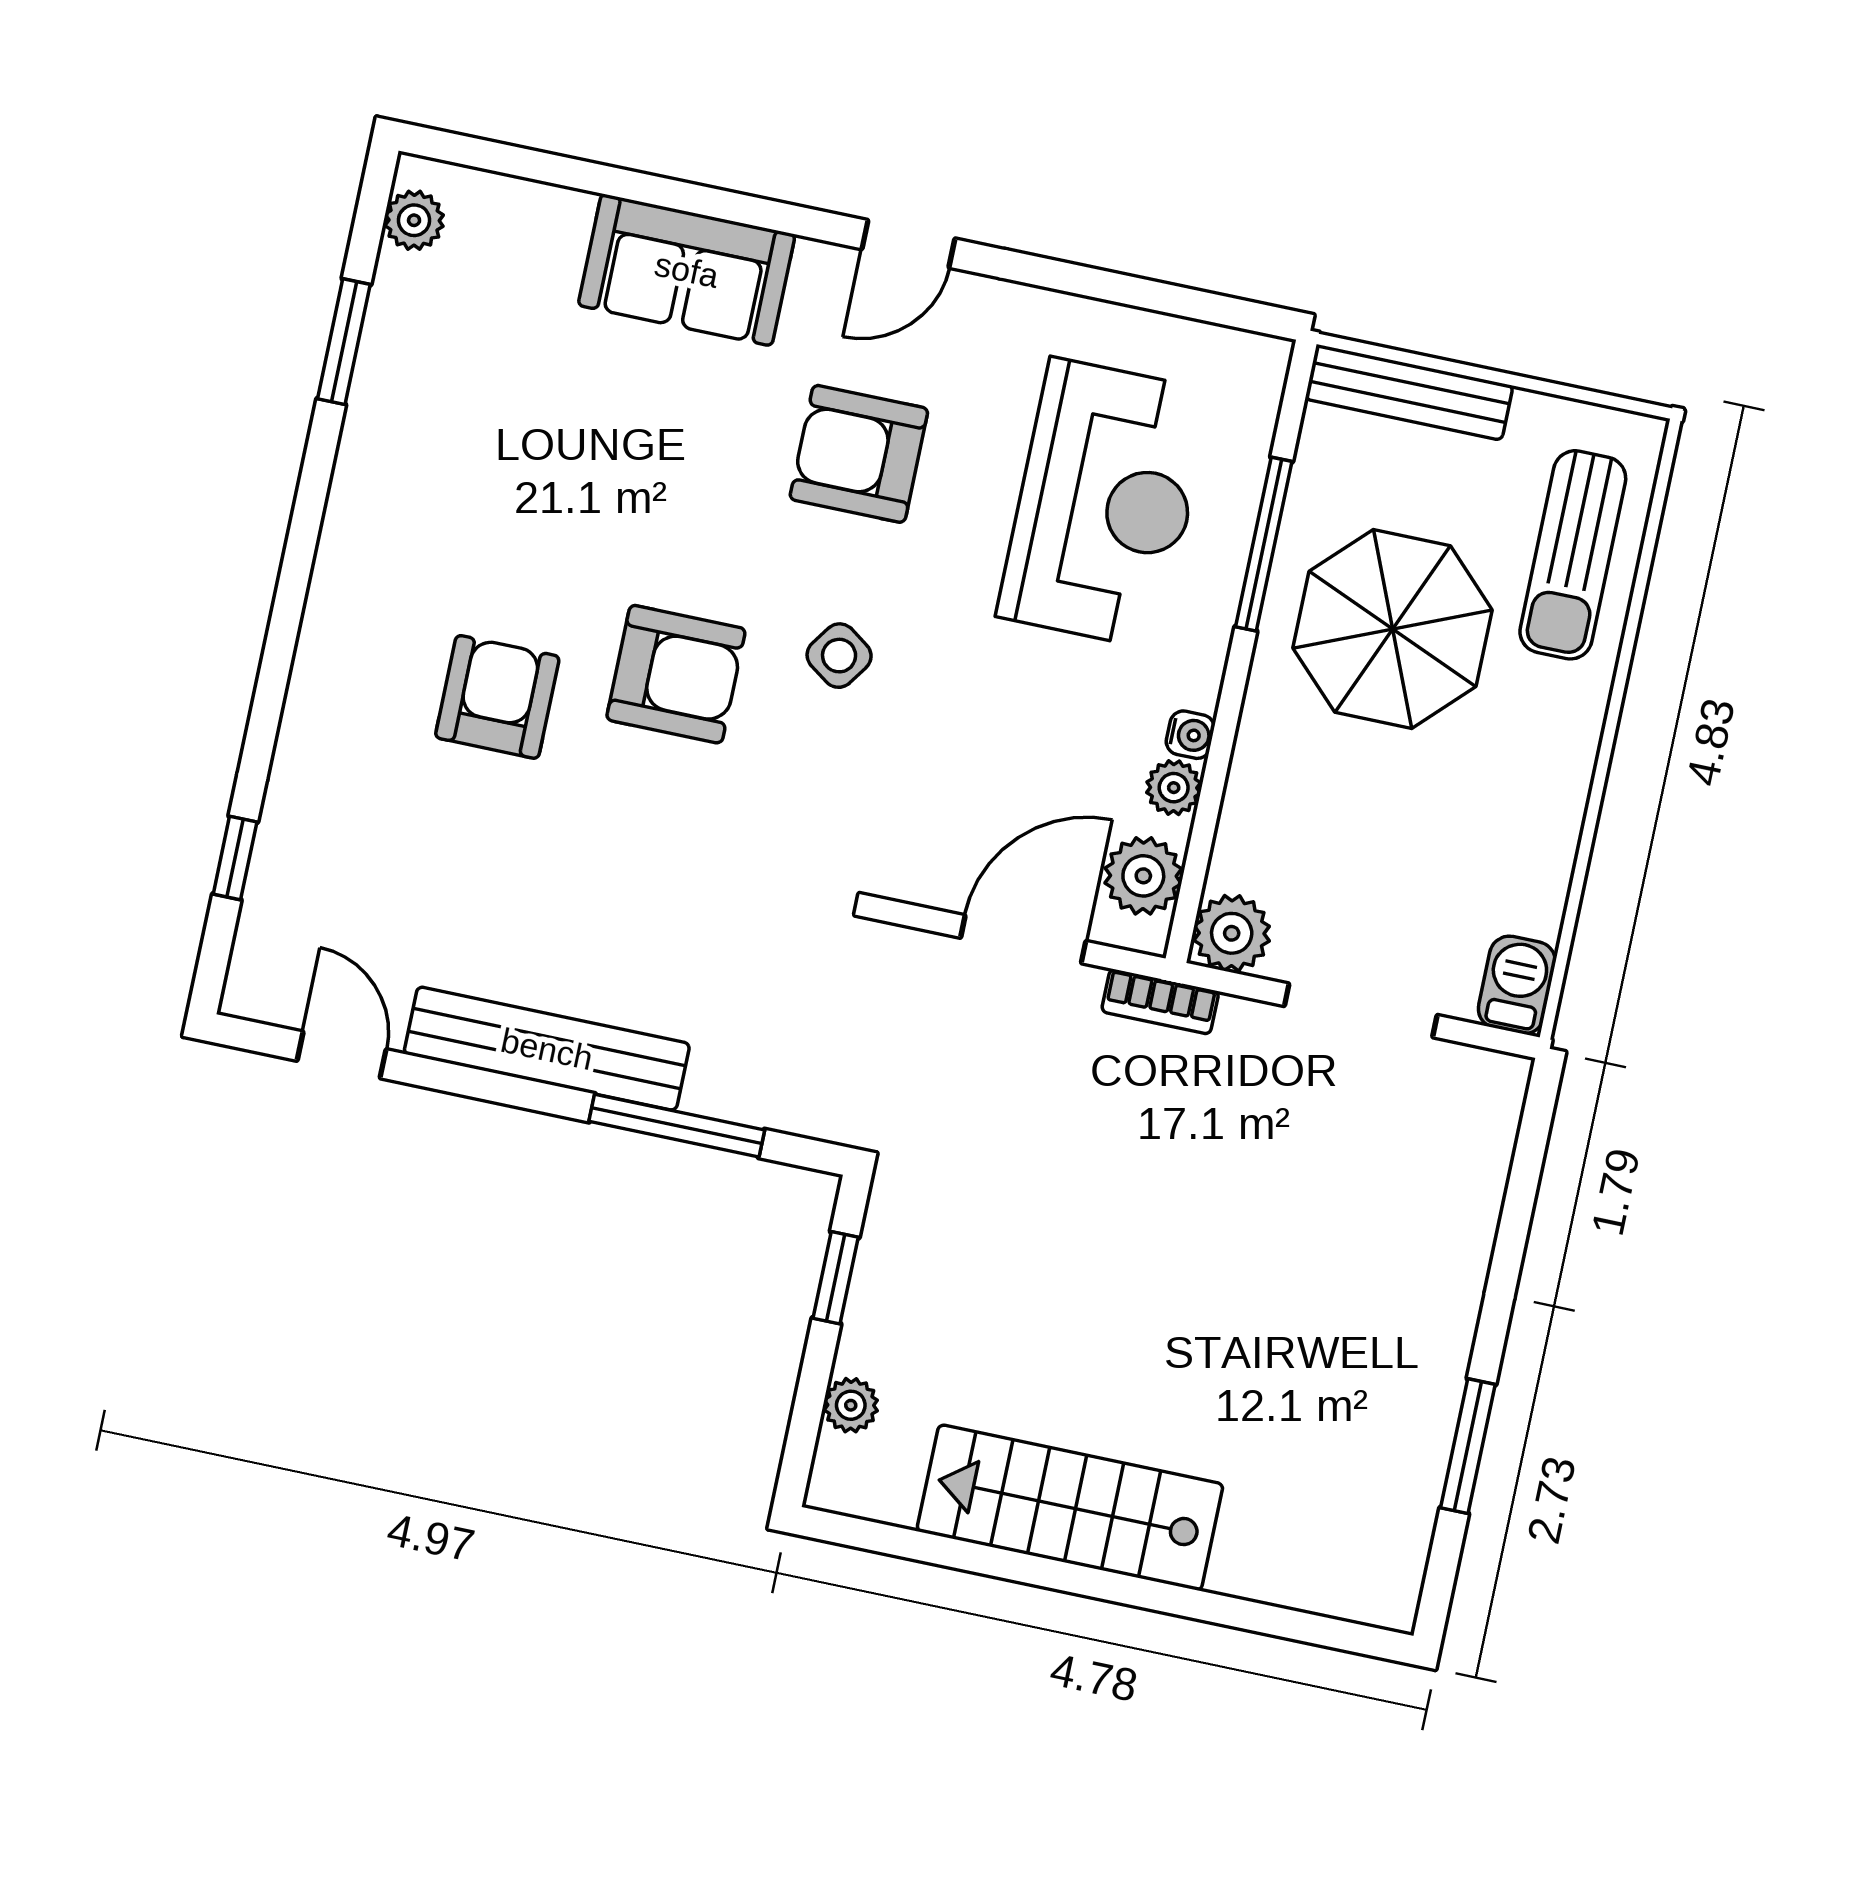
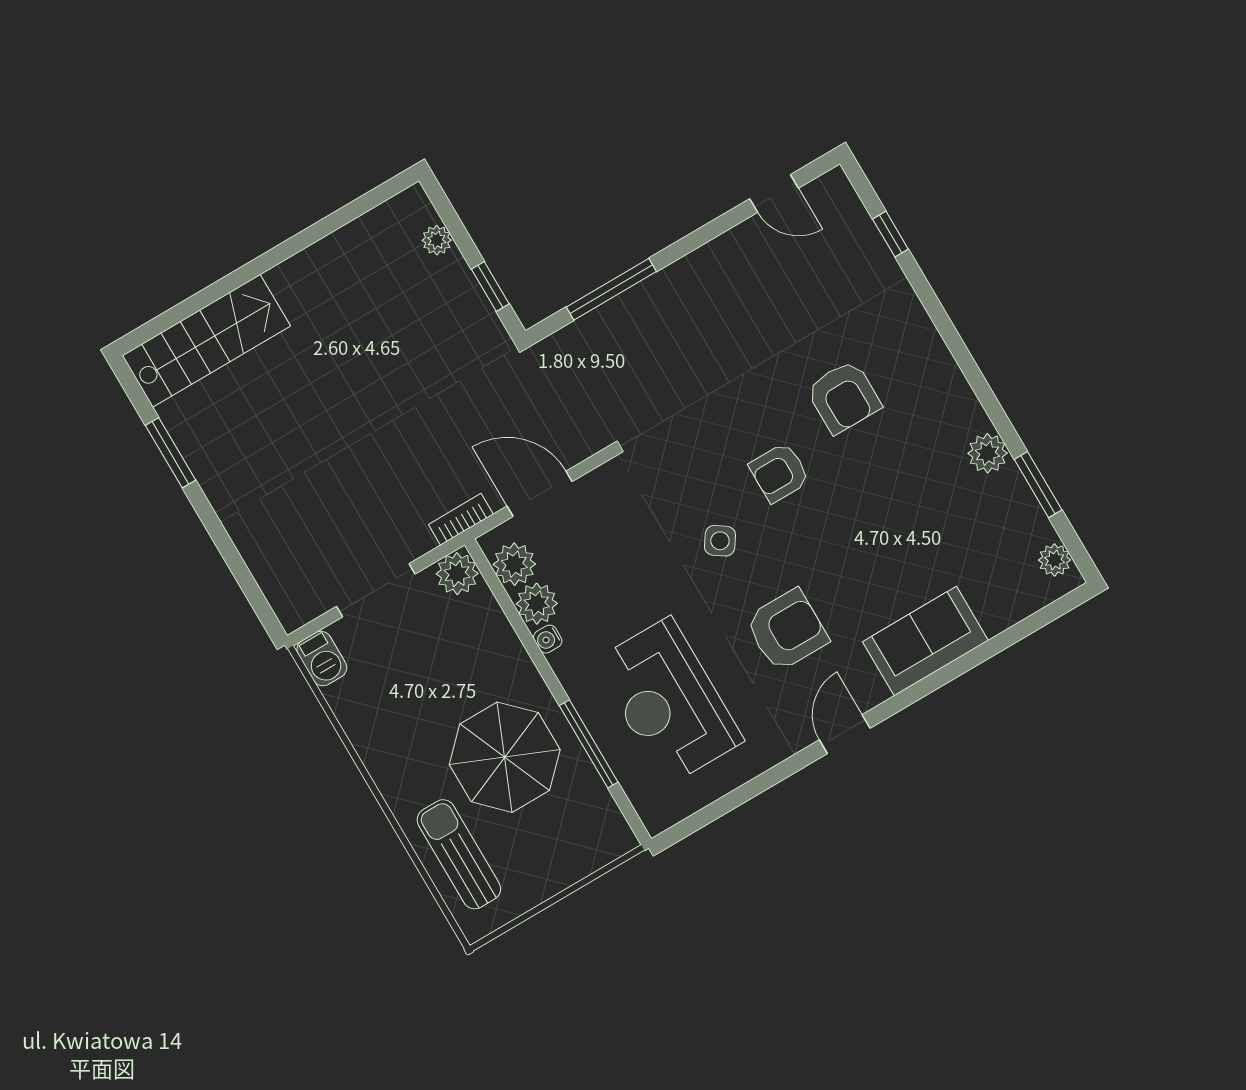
bench: (1409, 392) -> (586, 860), removed
plant: (373, 445) -> (988, 453), added
armchair: (676, 674) -> (779, 473), width x0.72, depth x0.72
plant: (1174, 788) -> (537, 604), width x1.38, depth x1.38
door: (1023, 939) -> (540, 494), swing flipped
bench: (547, 1049) -> (693, 272), removed
stairs: (1070, 1508) -> (206, 341), moved

